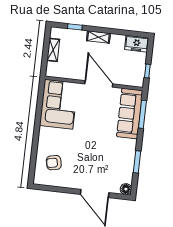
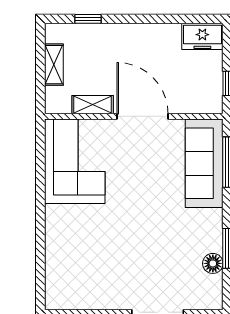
shelving: (98, 37) -> (93, 105), moved
armchair: (54, 163) -> (78, 267), removed
floor lamp: (126, 189) -> (213, 263), moved

